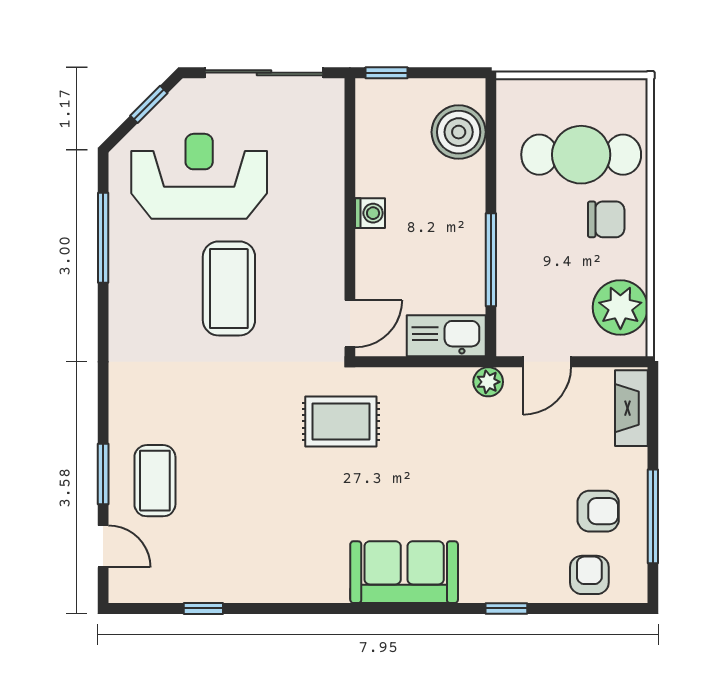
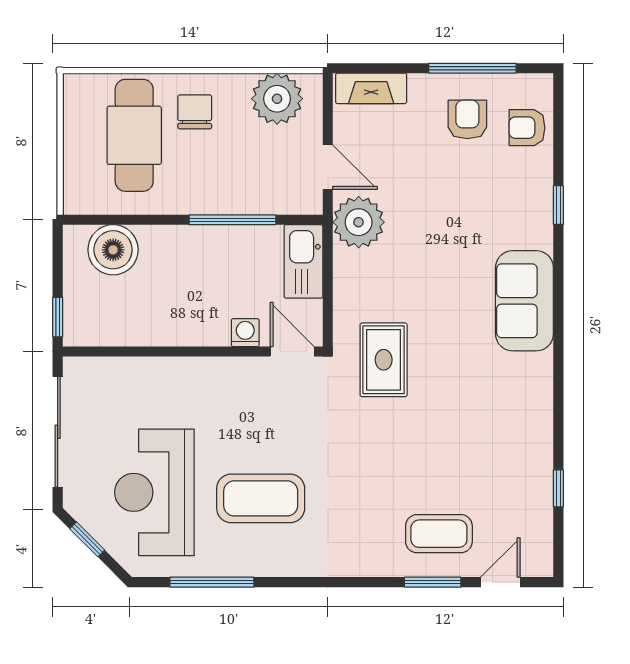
washing machine: (370, 213) -> (245, 333), moved
coffee table: (229, 288) -> (261, 498), moved
plant: (488, 382) -> (359, 222), width x1.87, depth x1.87

